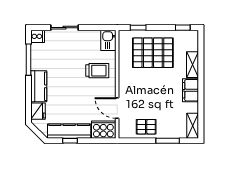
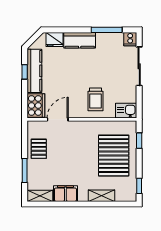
sliding door: (65, 28) -> (139, 66), width x1.37
filing cabinet: (191, 90) -> (65, 194), moved

